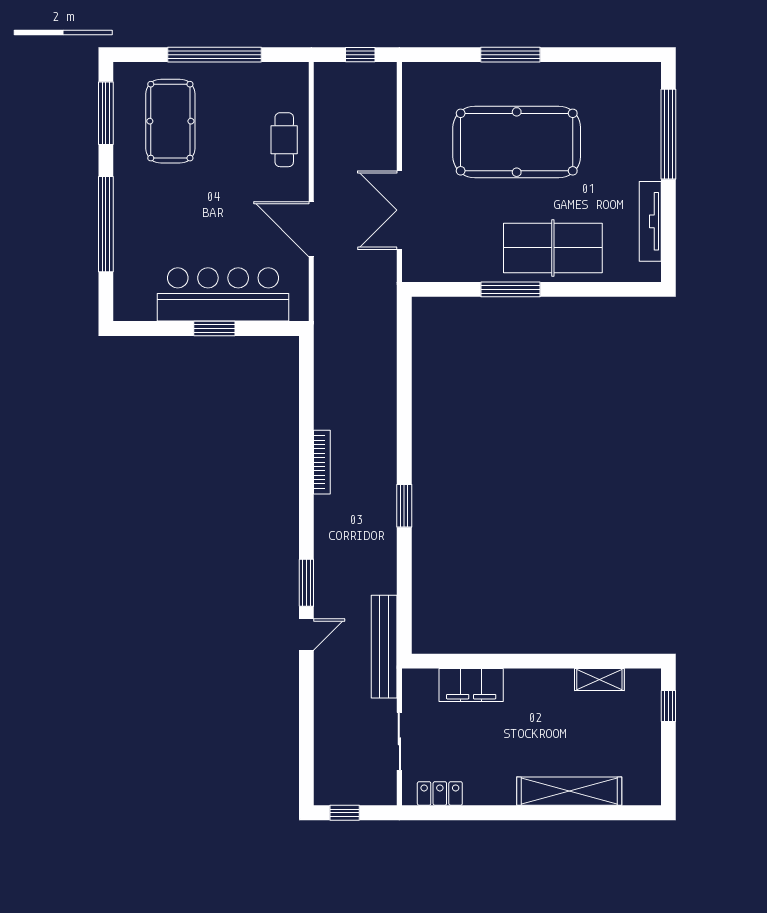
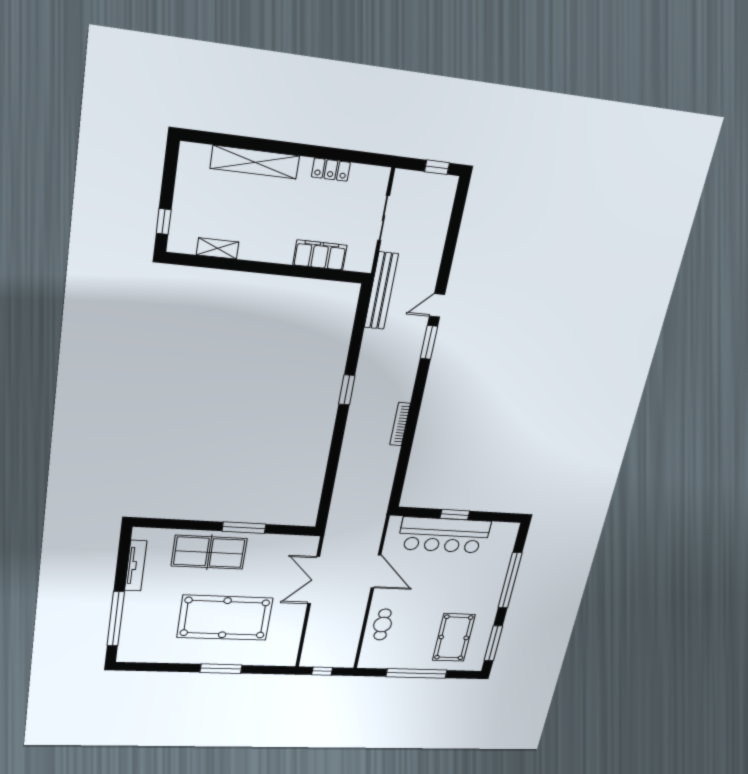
double door: (399, 210) -> (314, 580), swing flipped
locker: (440, 793) -> (331, 170), moved

